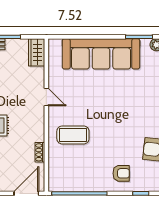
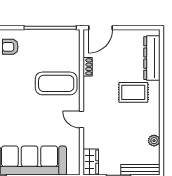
coffee table: (73, 135) -> (56, 83), width x1.36, depth x1.32

